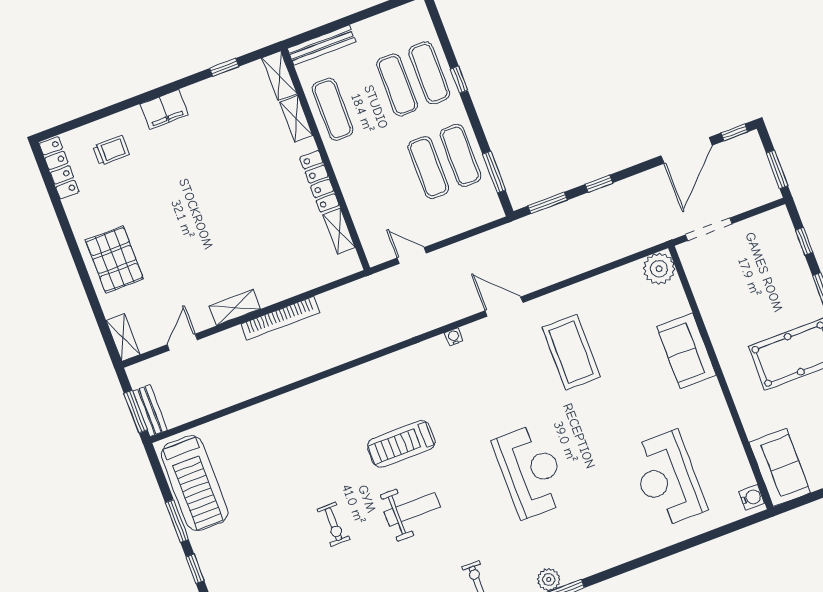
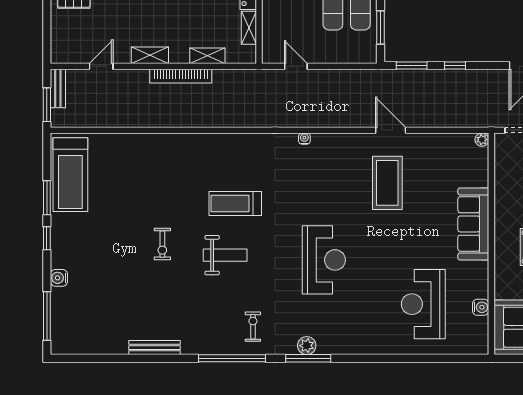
plant: (659, 269) -> (482, 140), width x0.53, depth x0.53
door: (504, 307) -> (391, 130), moved
shelving: (123, 337) -> (207, 56), moved, turned 90
sofa: (687, 351) -> (473, 224), width x1.36
bench: (150, 411) -> (58, 88), moved
water cooler: (752, 498) -> (481, 307), moved

